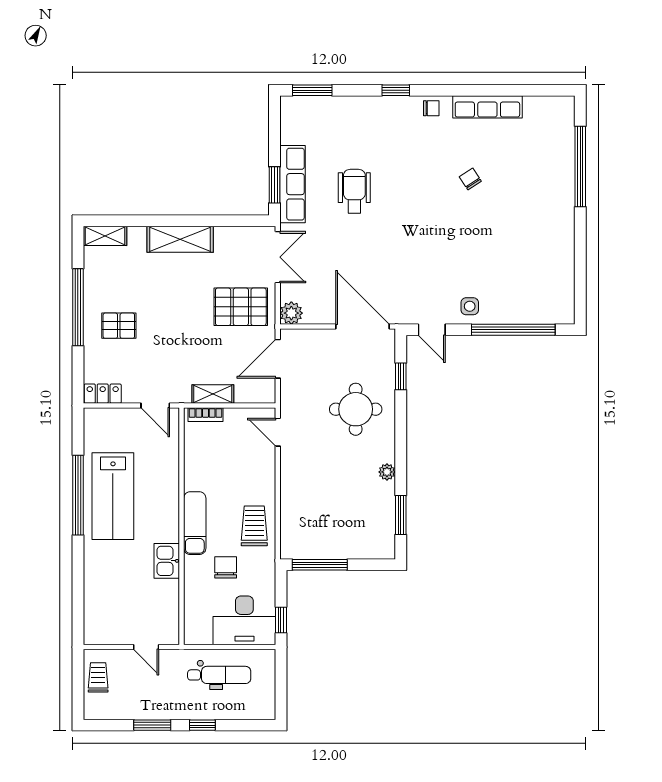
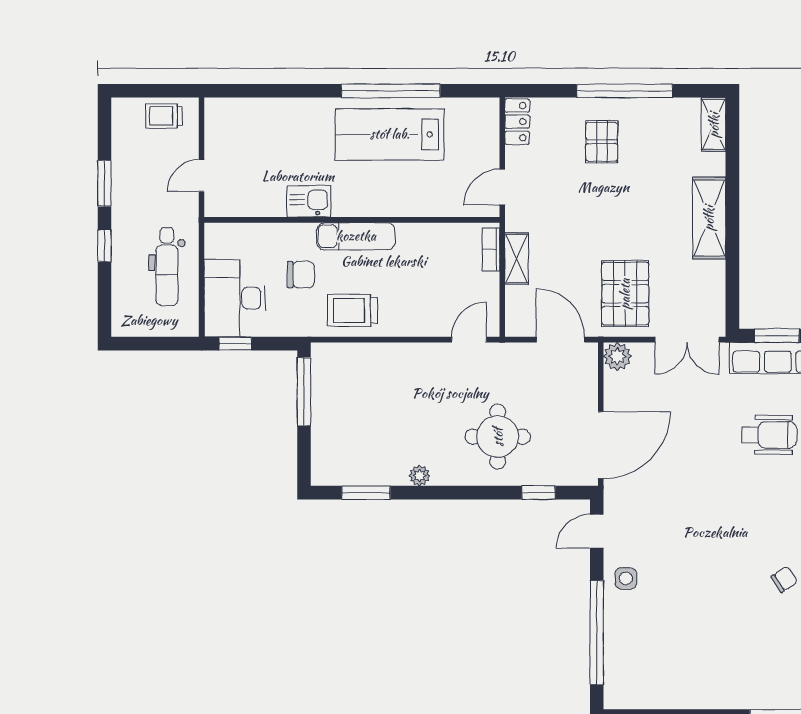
trolley: (254, 526) -> (352, 310), turned 180
trolley: (98, 677) -> (164, 116), turned 180

